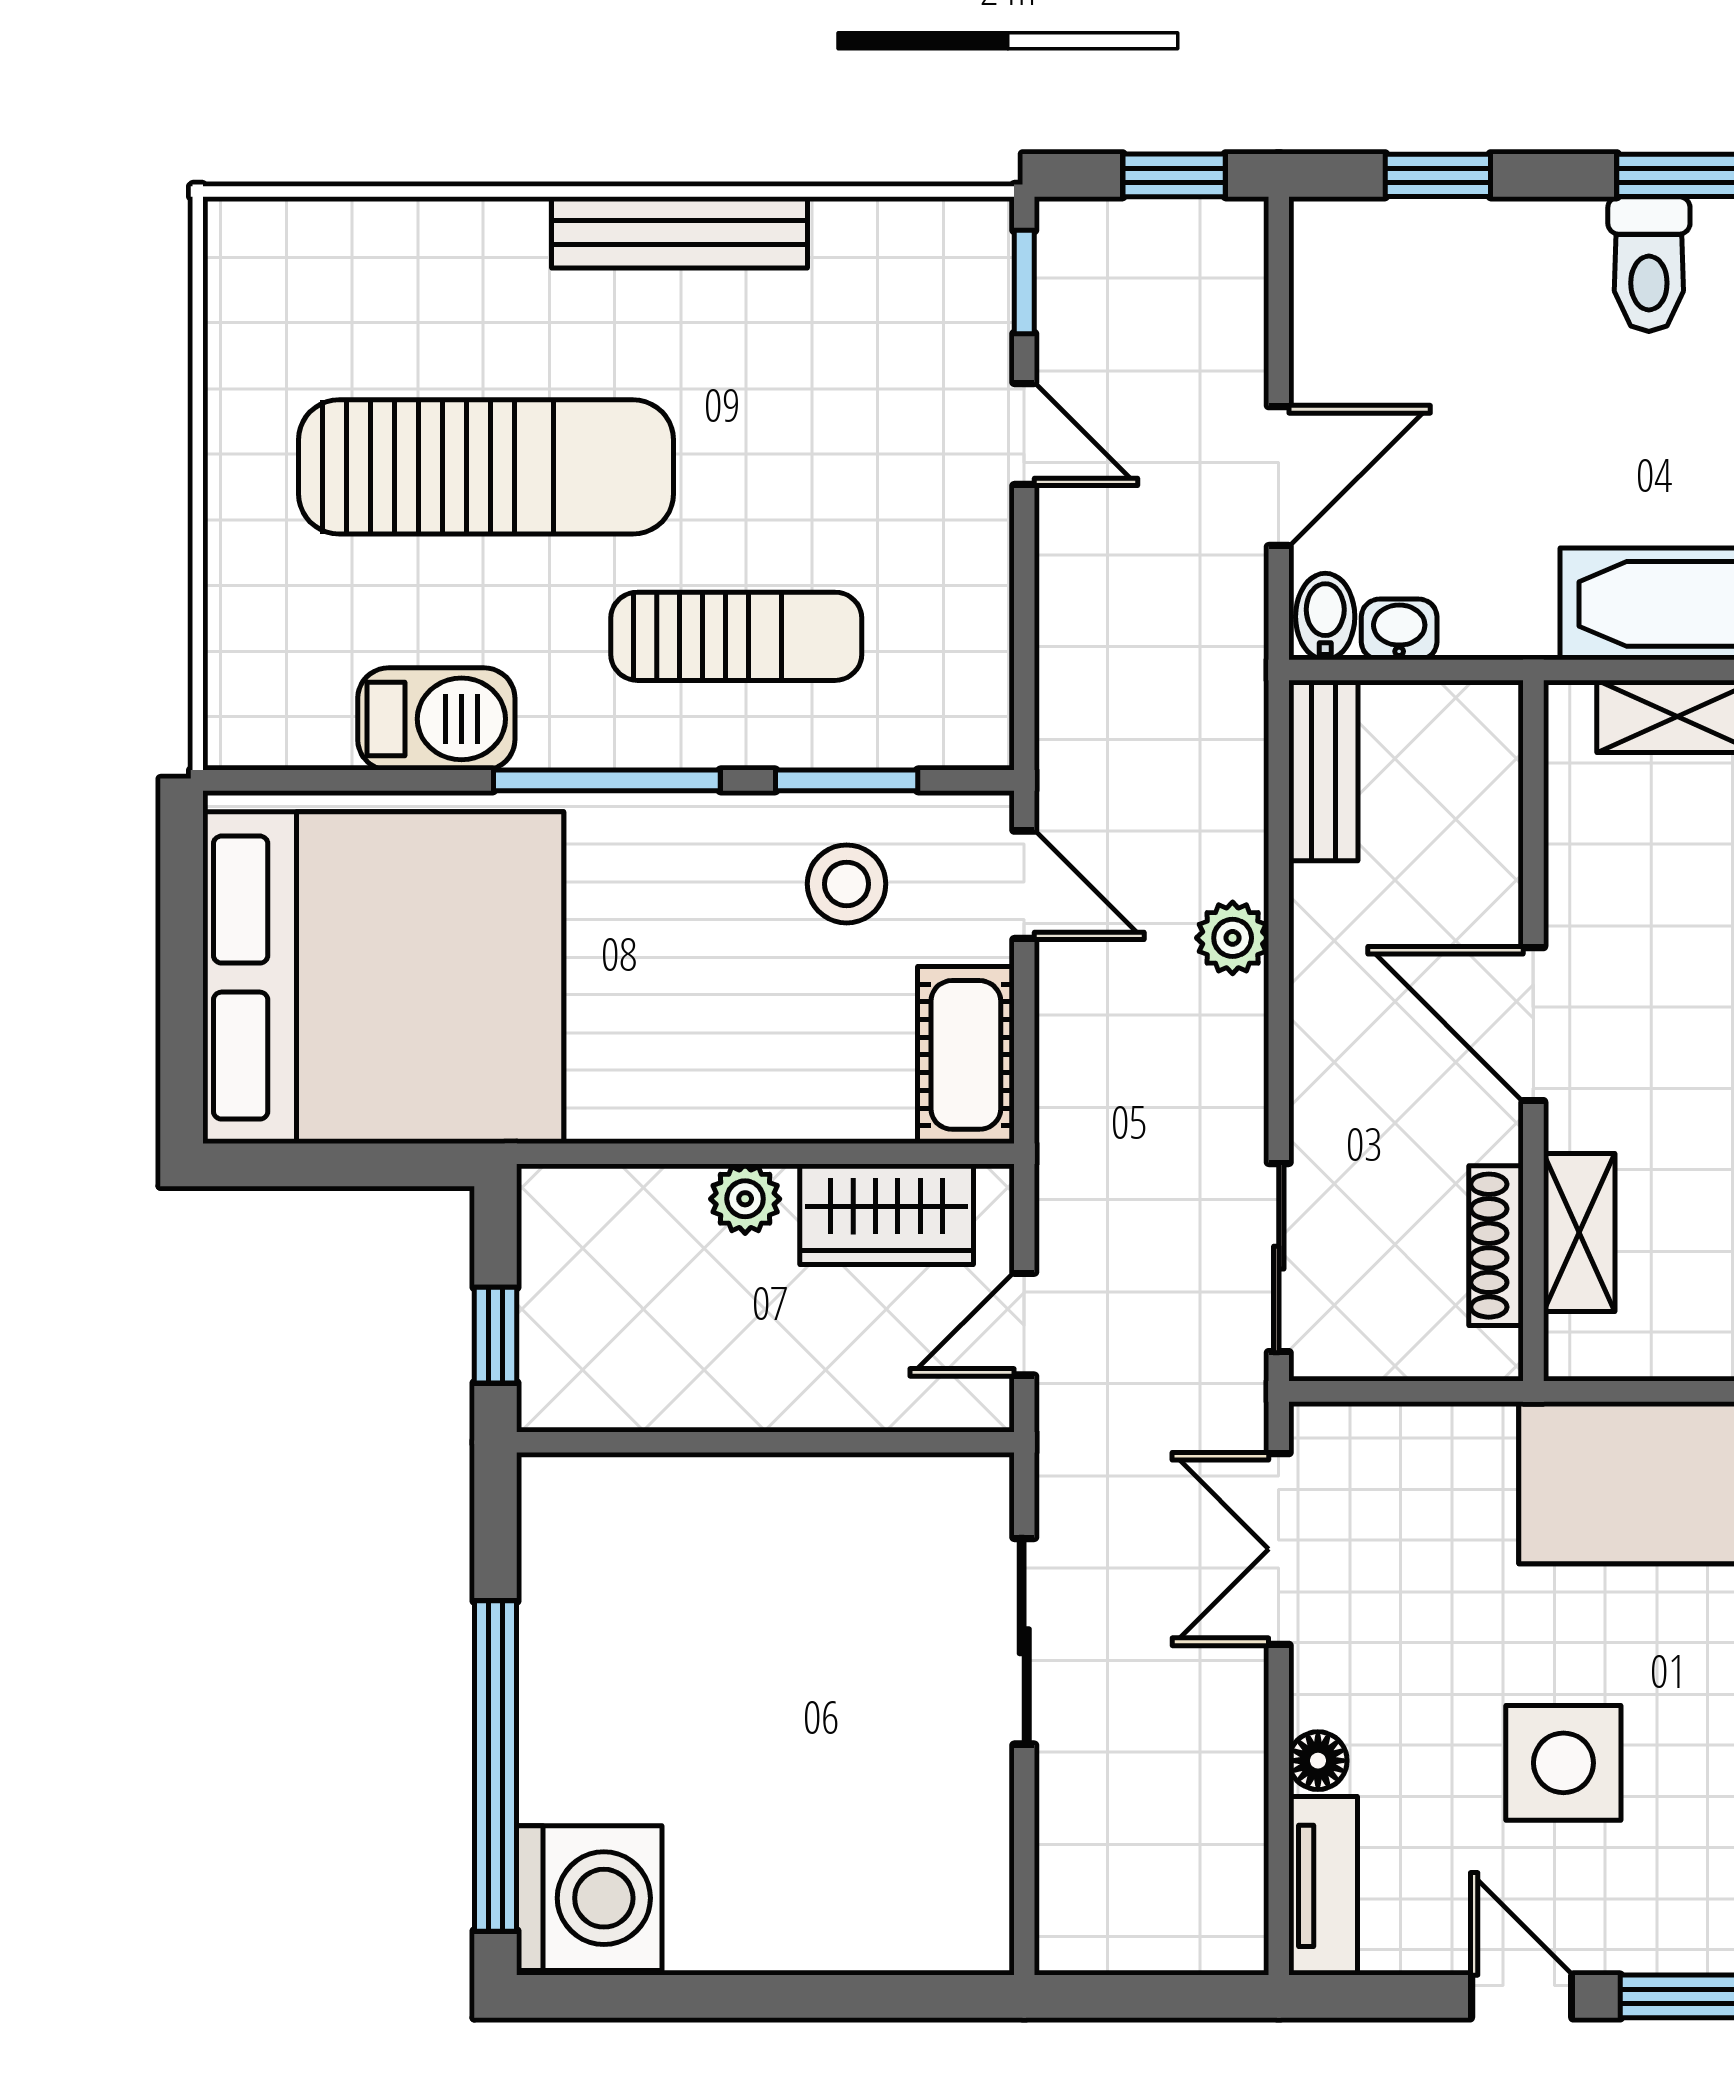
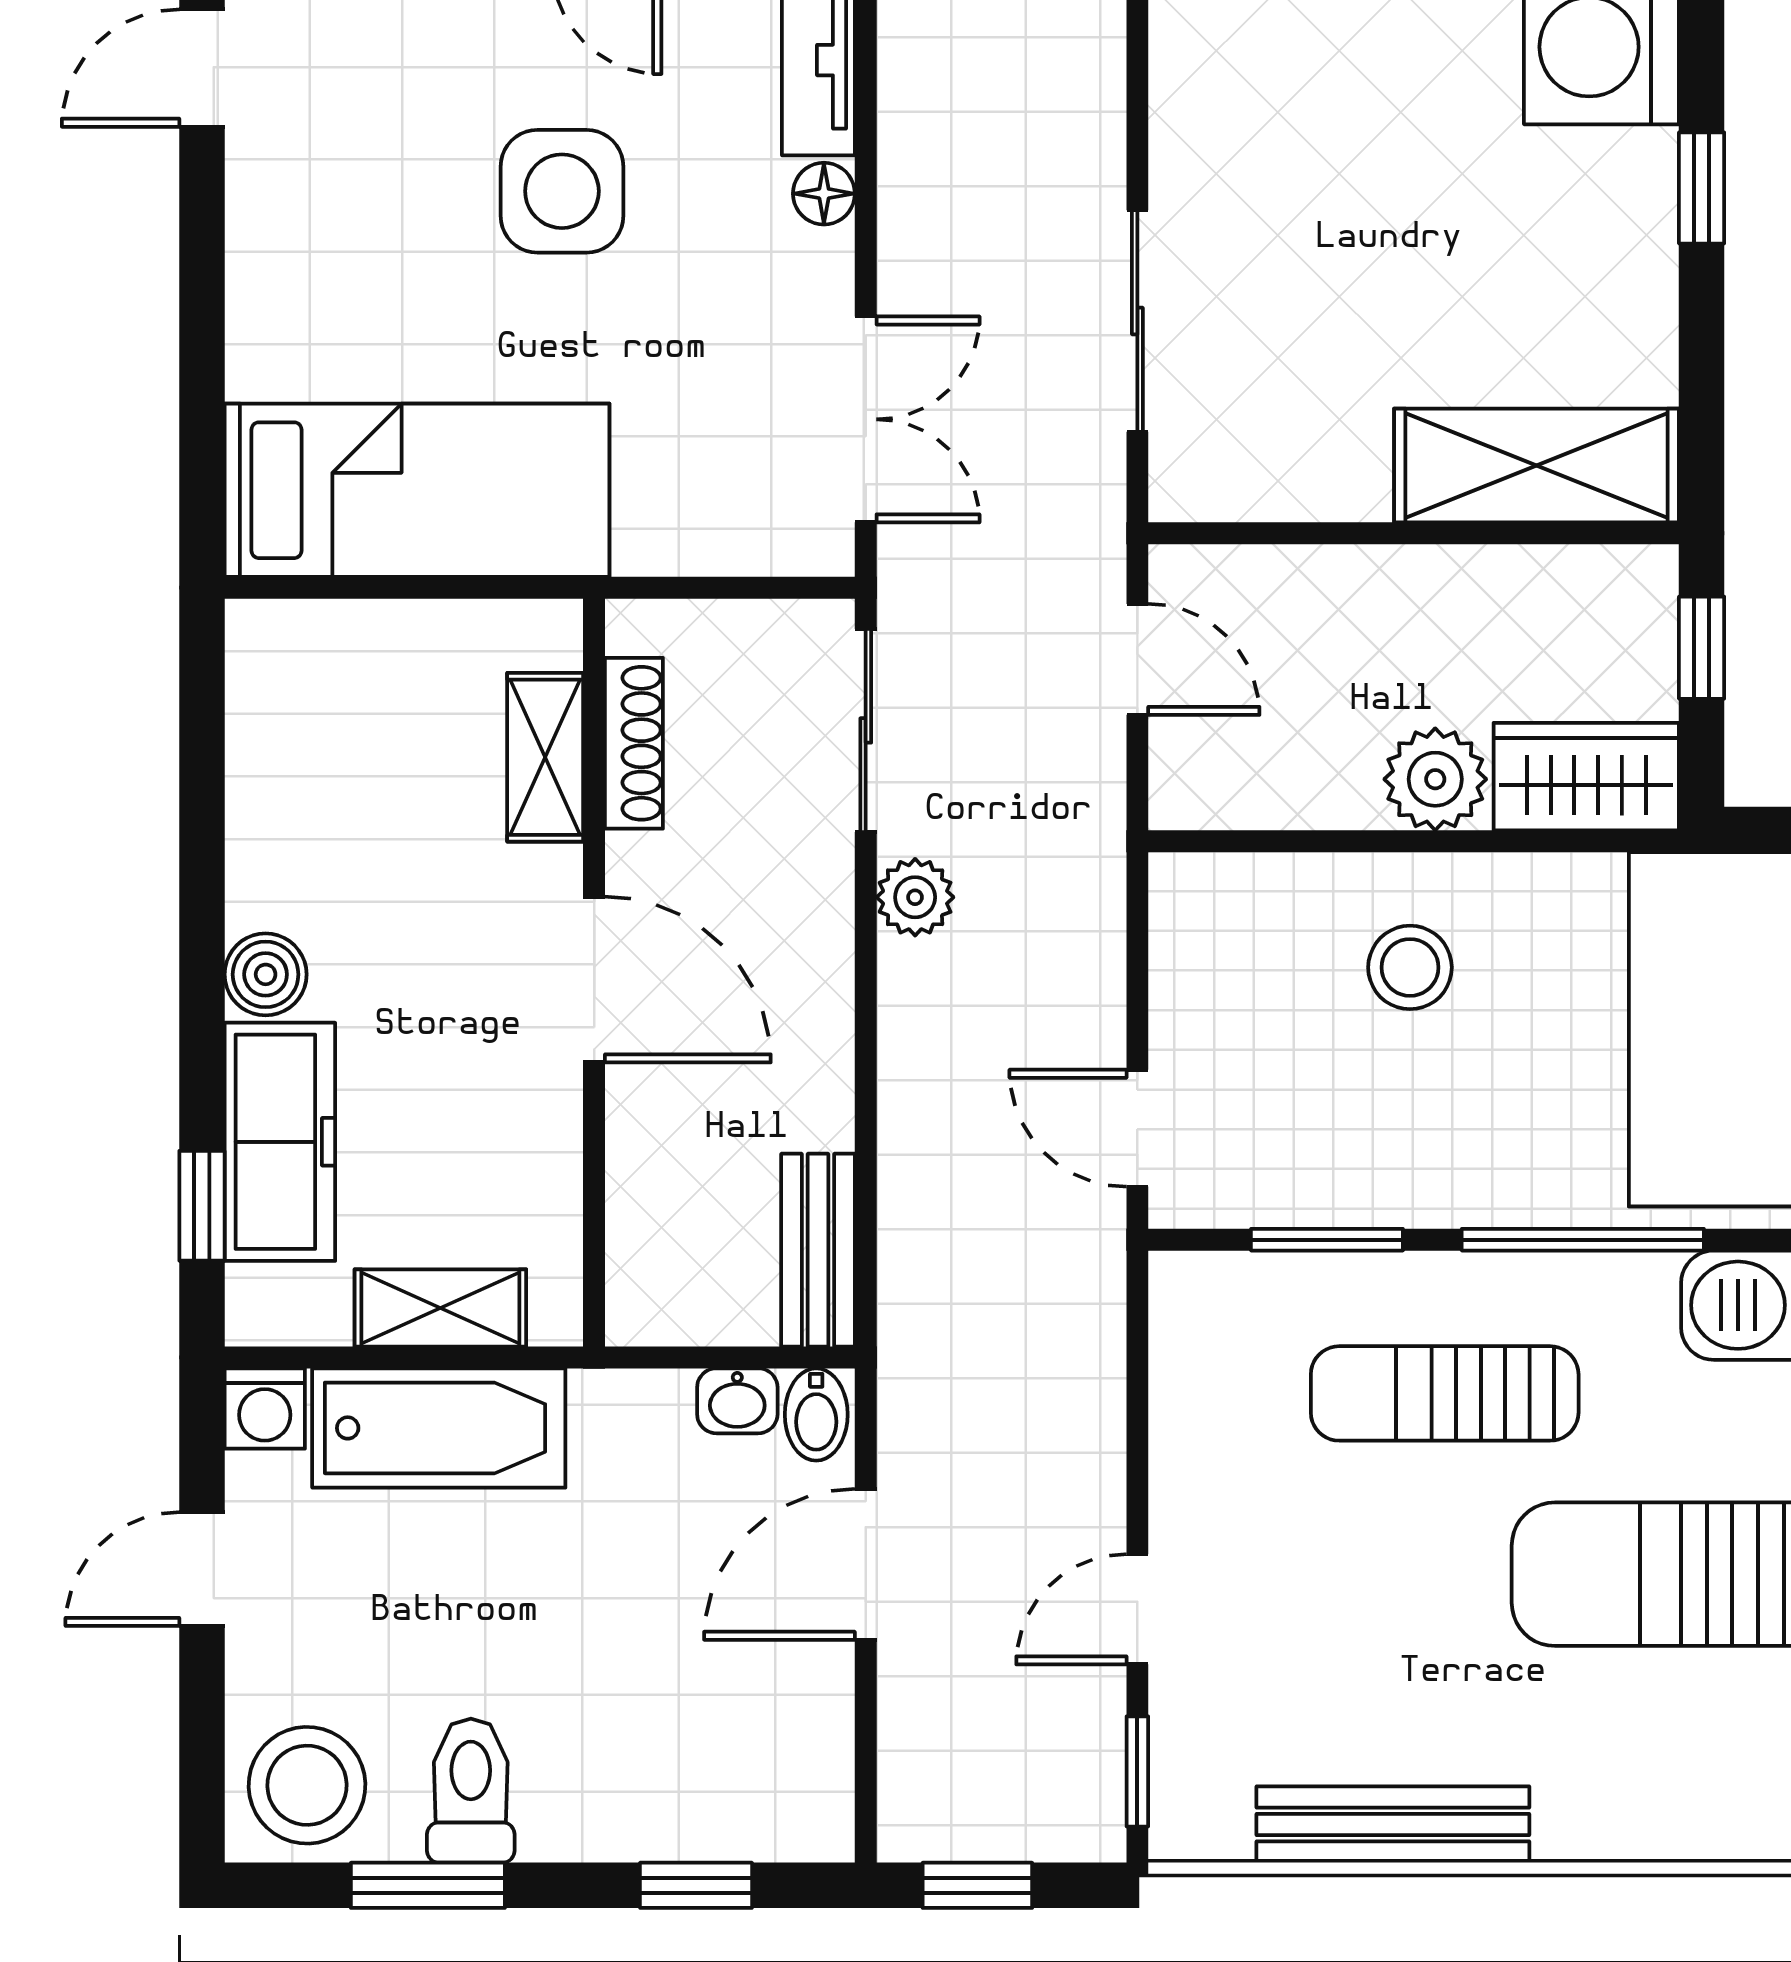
bench: (679, 232) -> (1393, 1825), moved
door: (1024, 434) -> (1137, 1609), hinge flipped
stool: (847, 884) -> (1410, 967), moved
plant: (1233, 938) -> (915, 897), moved
cot: (966, 1055) -> (1200, 947), removed
plant: (745, 1199) -> (1435, 779), width x1.38, depth x1.38
wardrobe: (887, 1214) -> (1586, 777), moved
door: (1024, 1324) -> (1137, 659), hinge flipped
shelving: (650, 1506) -> (1536, 465), added
window: (496, 1766) -> (1702, 188), width x0.32

